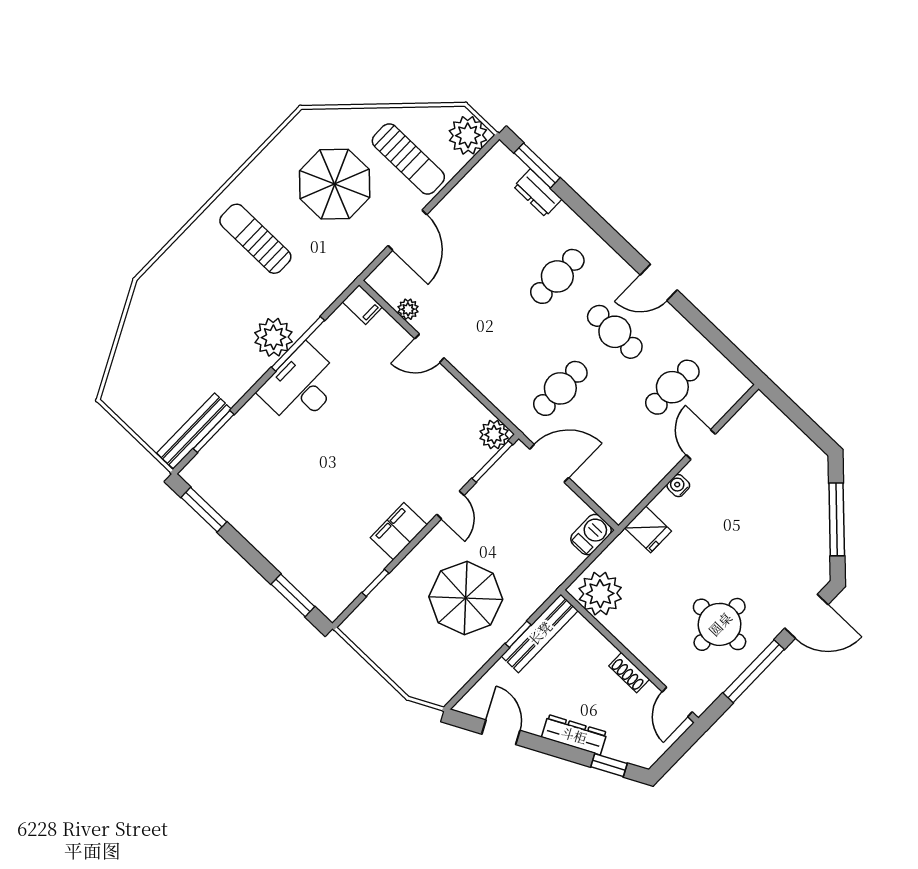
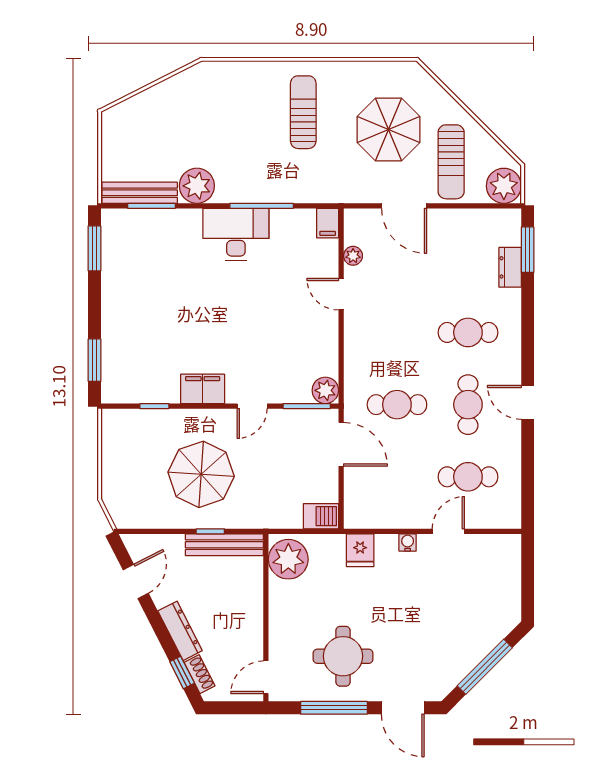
door: (407, 230) -> (404, 206), hinge flipped
plant: (273, 337) -> (197, 186), moved
shoe rack: (629, 673) -> (199, 674), moved, turned 153

